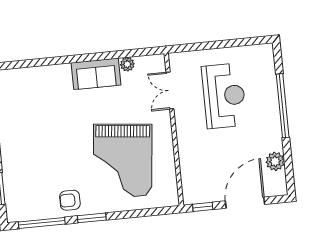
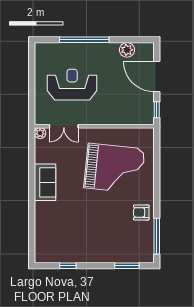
plant: (127, 64) -> (40, 133), moved
armchair: (70, 200) -> (141, 212), turned 90
window: (92, 218) -> (157, 197), removed

